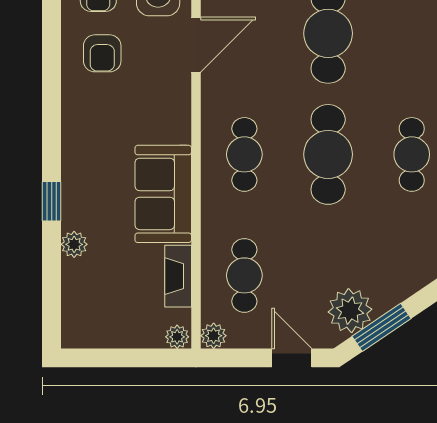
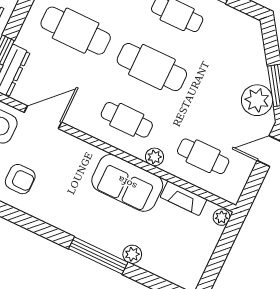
door: (196, 45) -> (43, 117), hinge flipped
window: (52, 201) -> (98, 256), width x2.17
plant: (214, 336) -> (154, 157), moved

